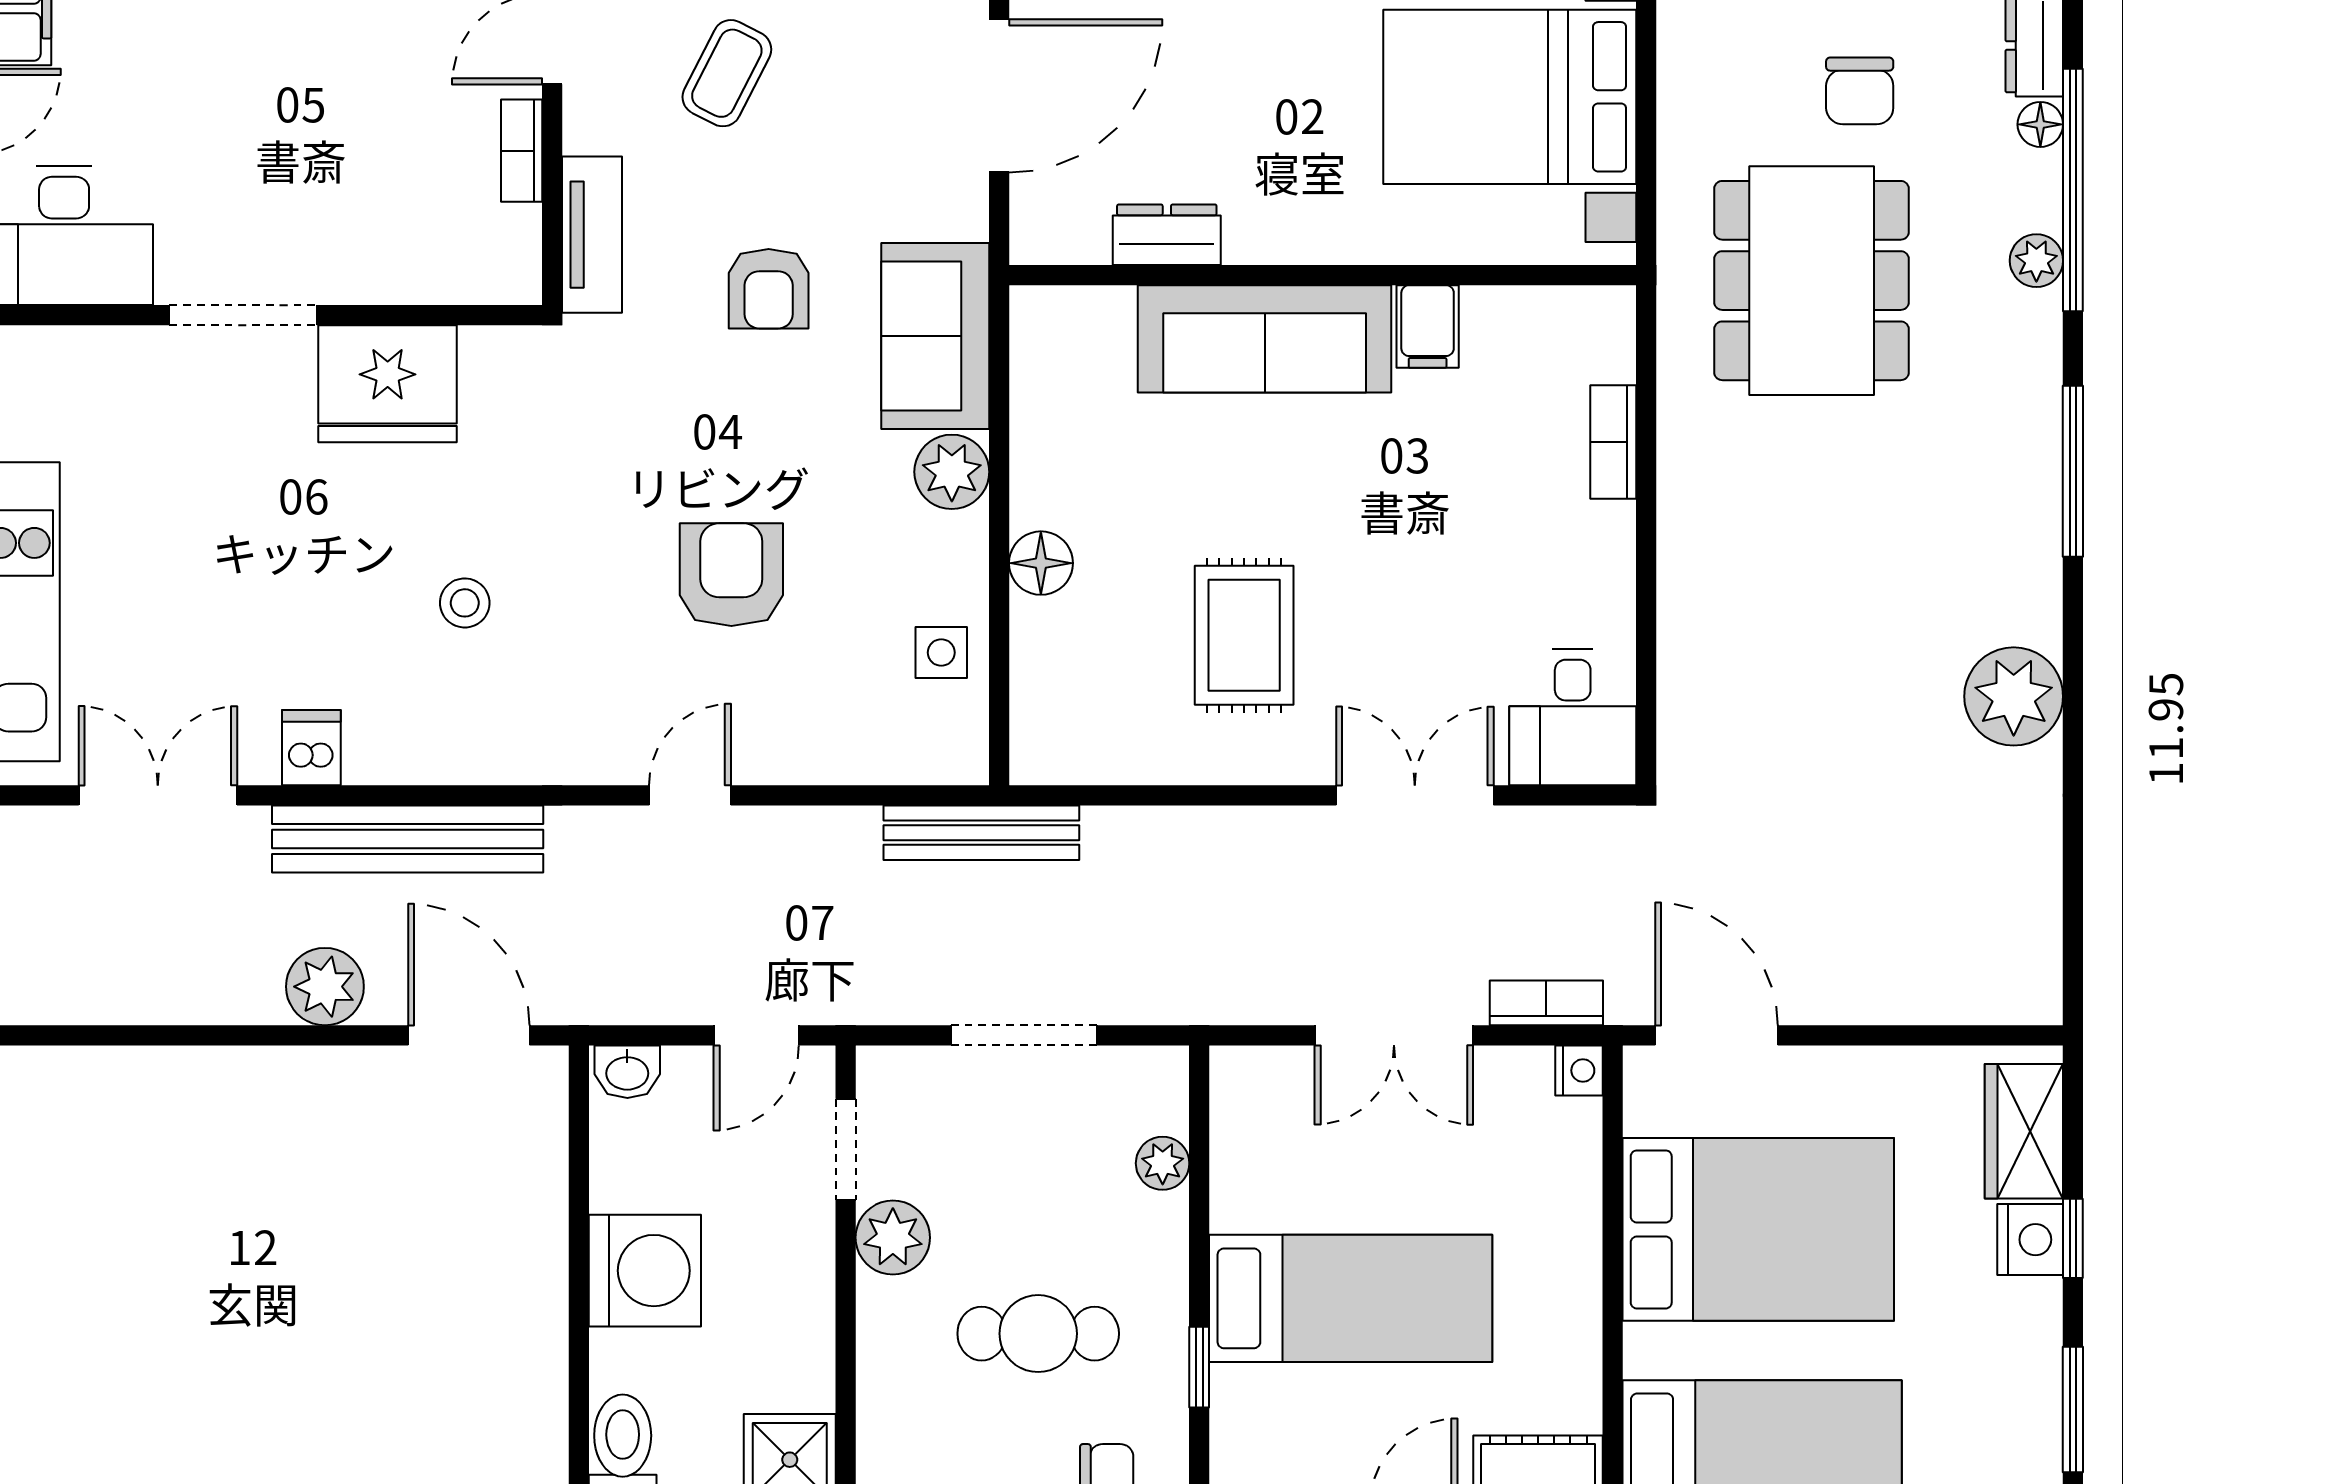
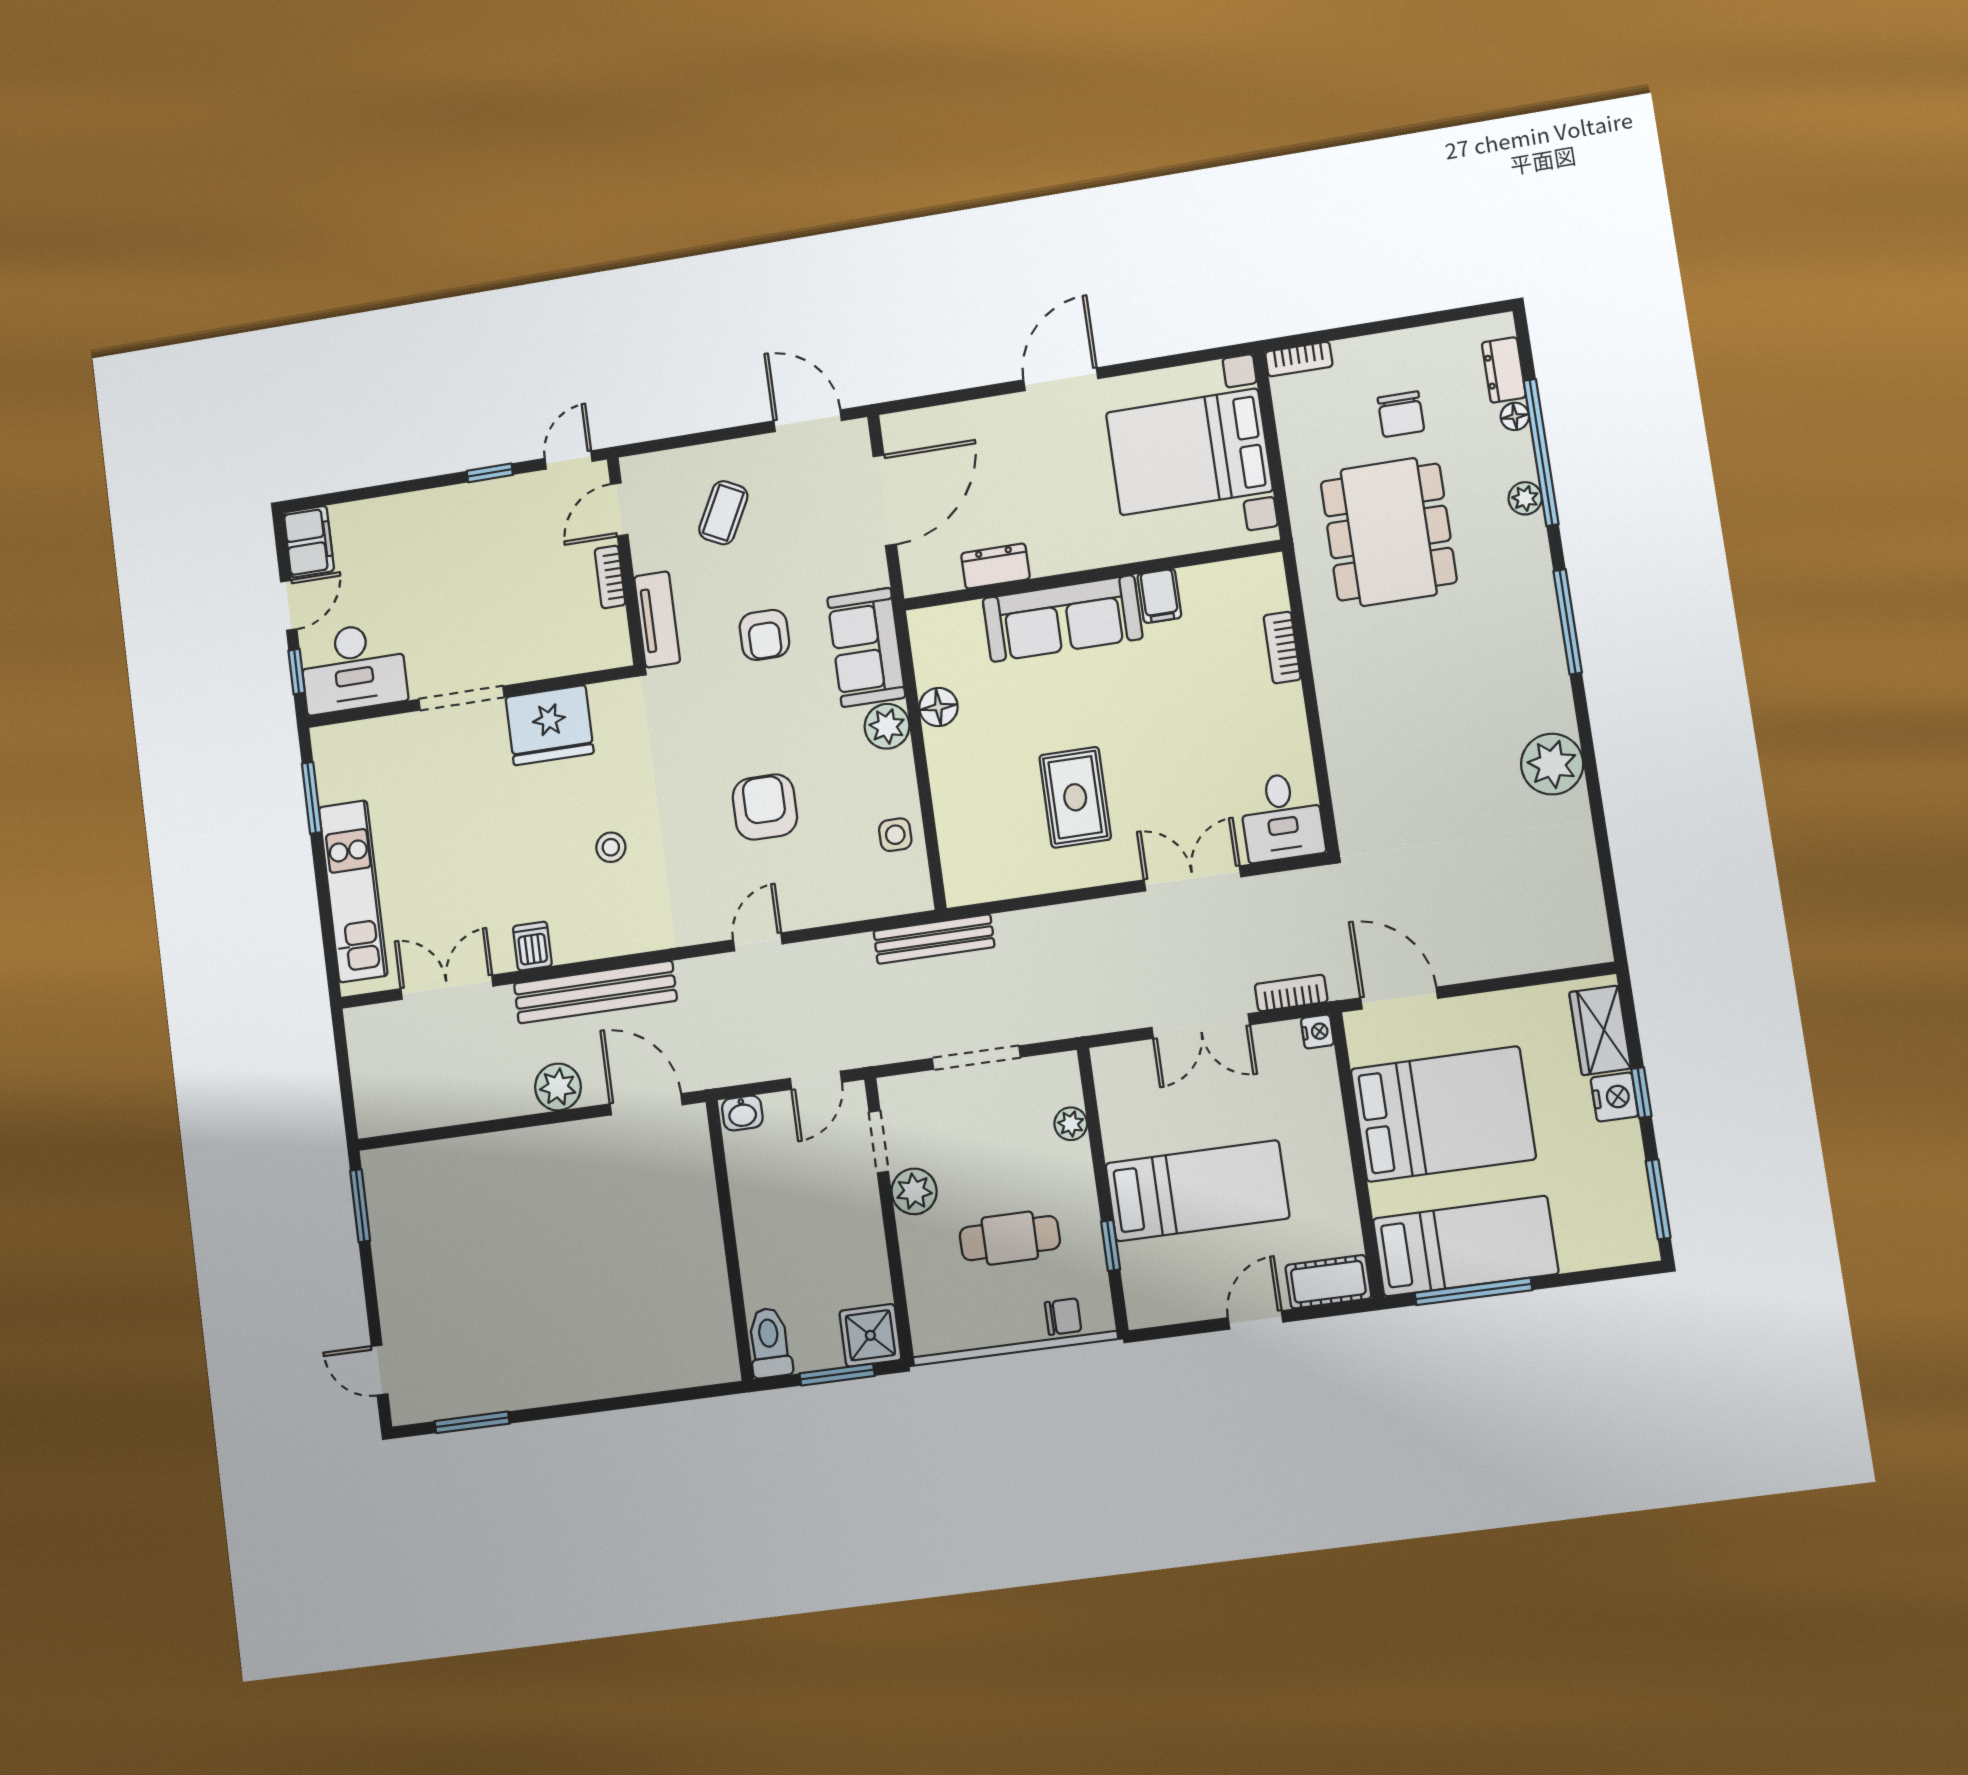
floor lamp: (1041, 563) -> (938, 707), moved
washing machine: (645, 1271) -> (768, 1232), removed

